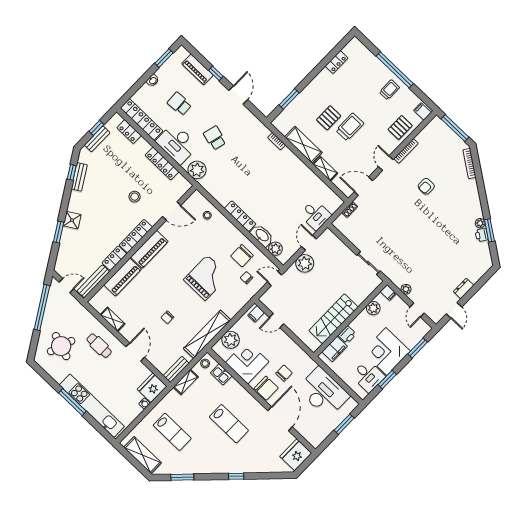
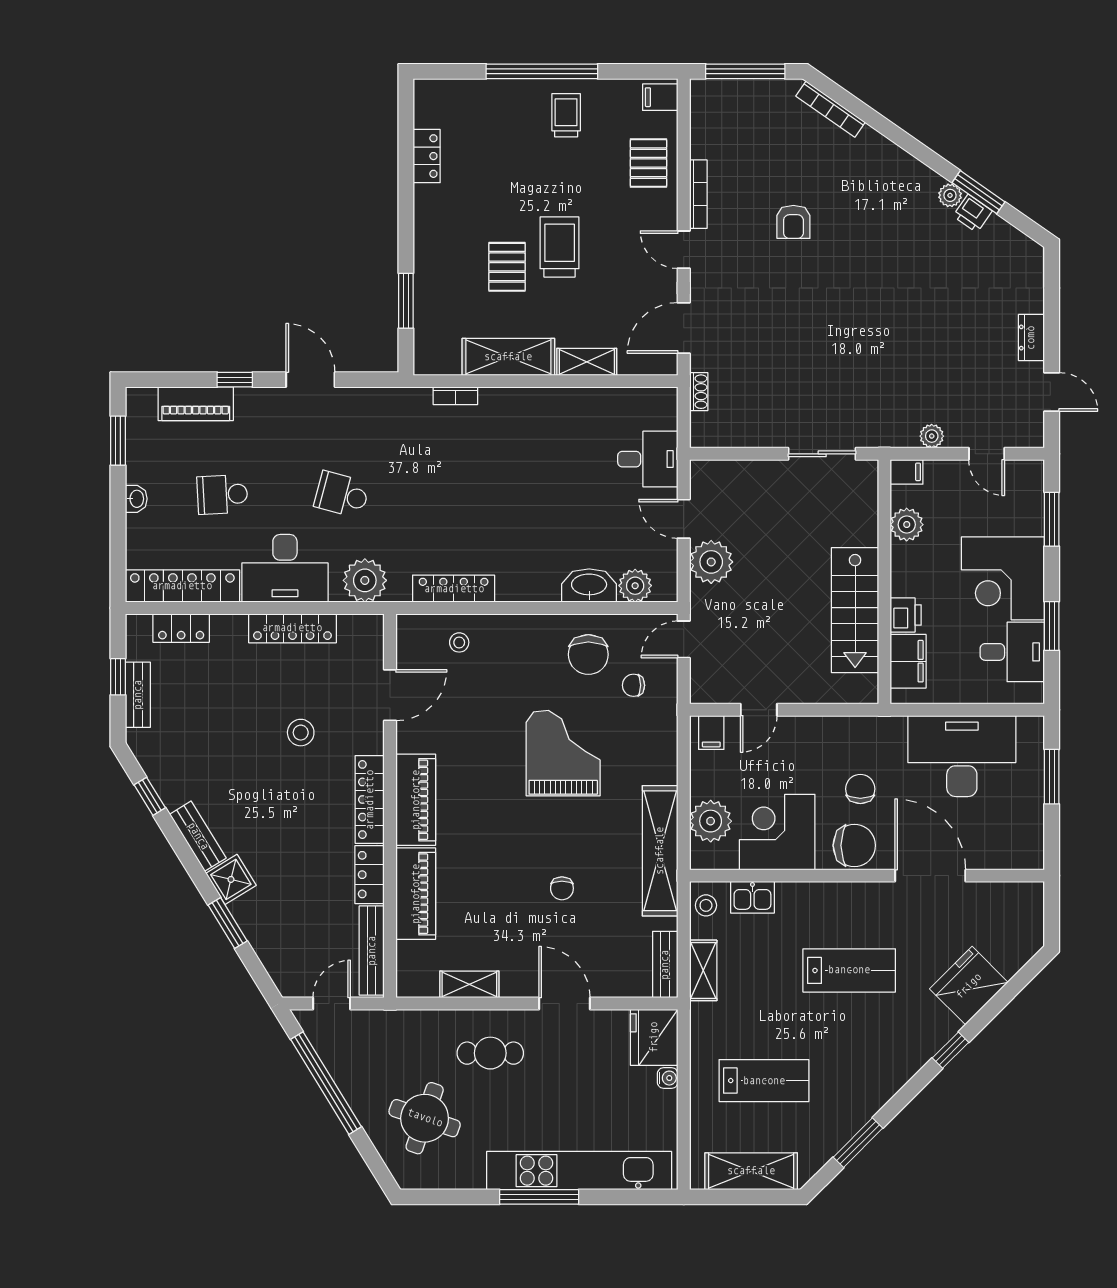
bench: (79, 177) -> (198, 836), moved
locker: (240, 216) -> (454, 589), moved
fridge: (296, 455) -> (969, 986), moved, turned 45

